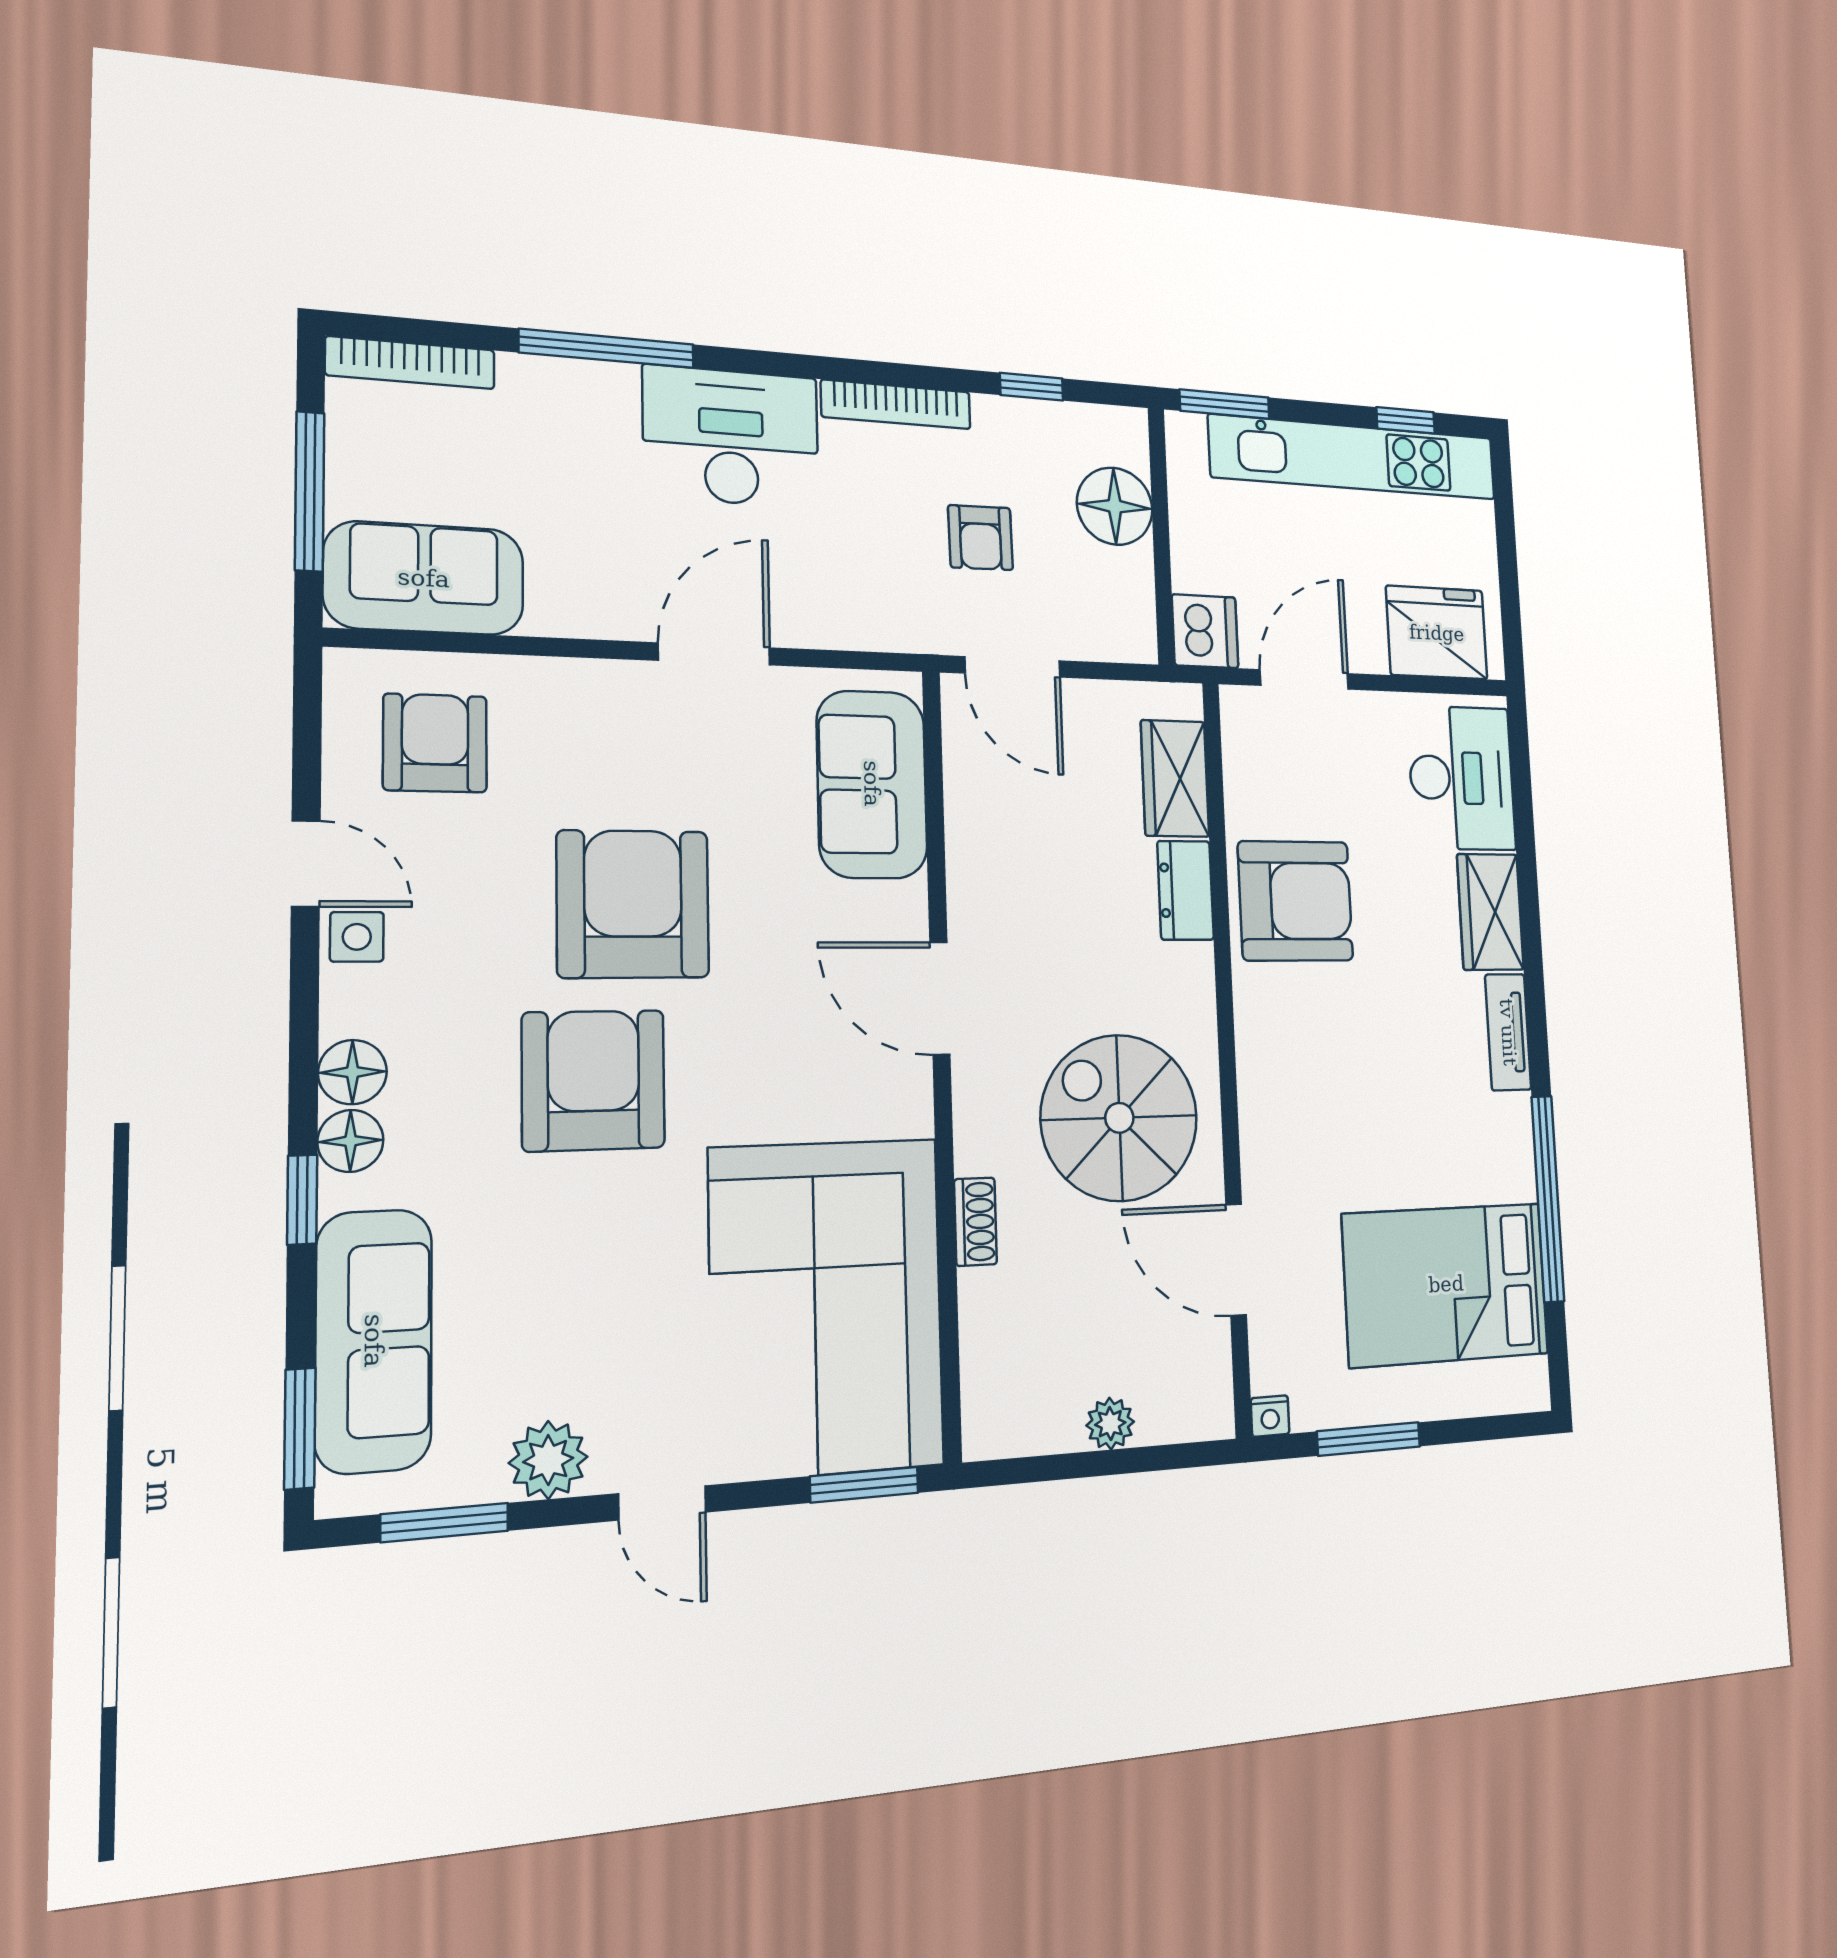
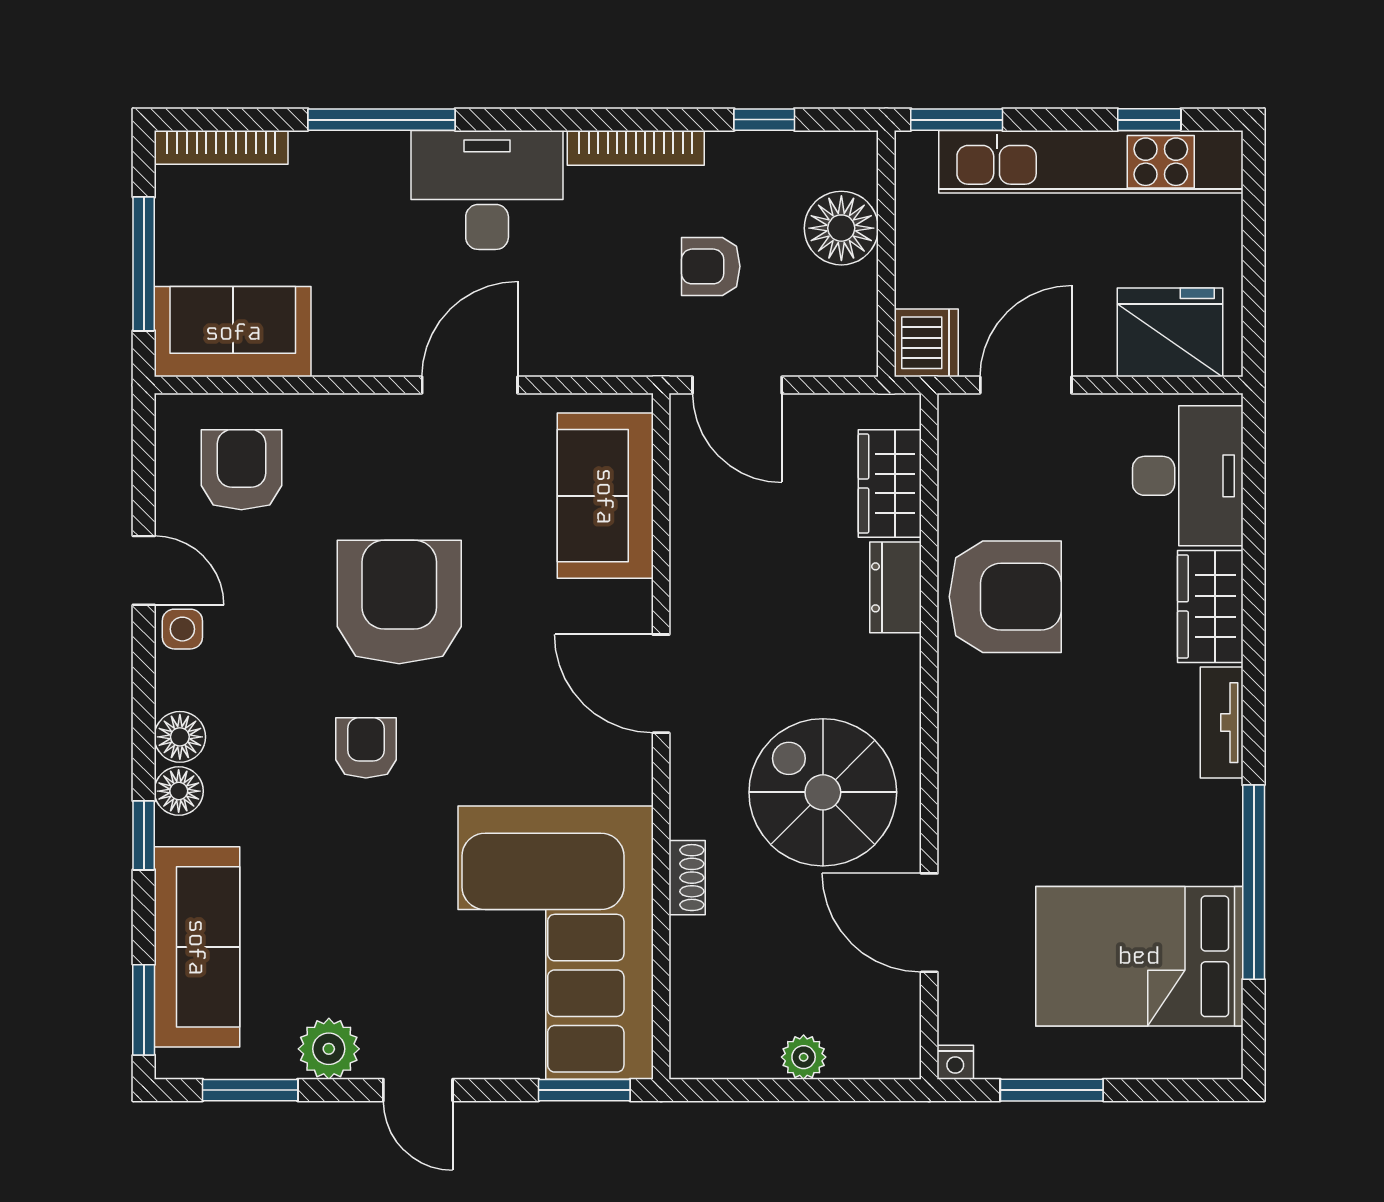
armchair: (980, 538) -> (711, 266), turned 91
armchair: (594, 1080) -> (366, 748), width x0.53, depth x0.53

